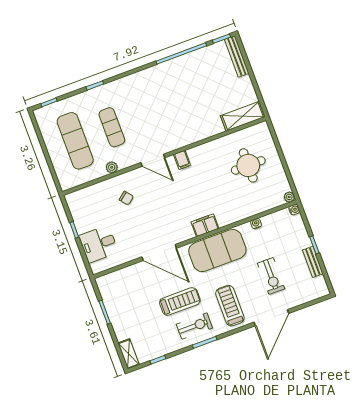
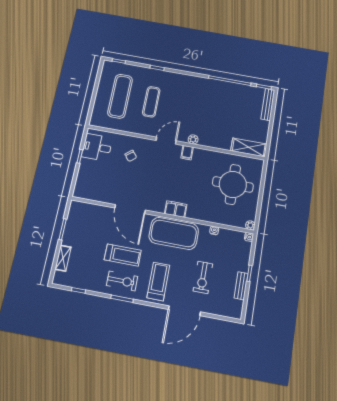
door: (153, 160) -> (166, 141), swing flipped
round table: (248, 165) -> (233, 184), width x1.36, depth x1.36
plant: (112, 167) -> (193, 139), moved
desk: (99, 244) -> (97, 147), moved
shelving: (129, 354) -> (63, 258), moved

